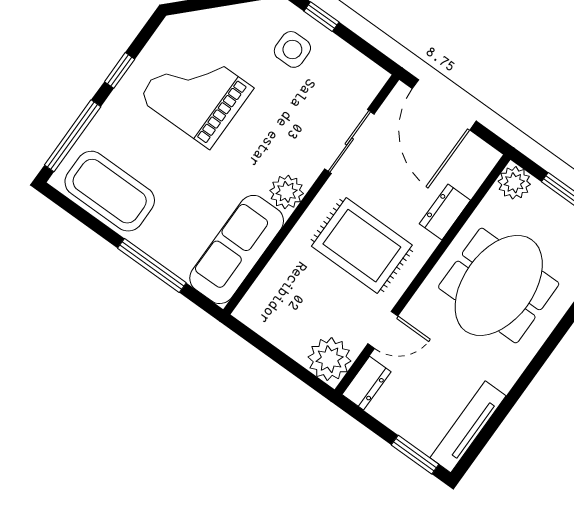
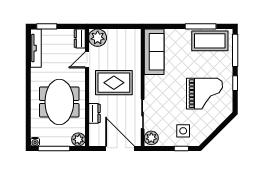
plant: (287, 192) -> (151, 138), moved
window: (152, 266) -> (201, 26), moved

